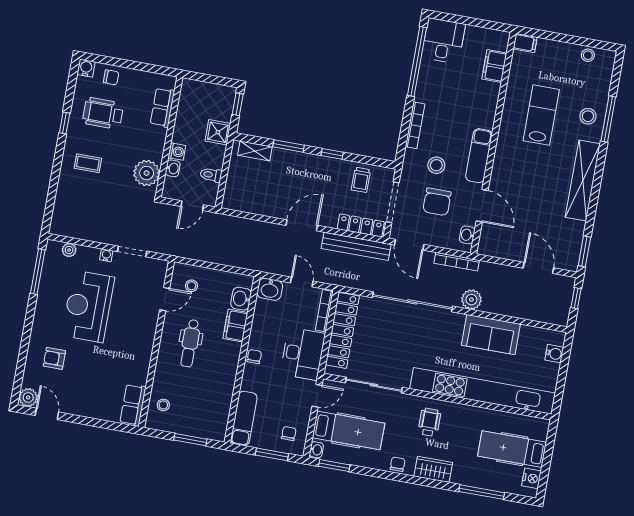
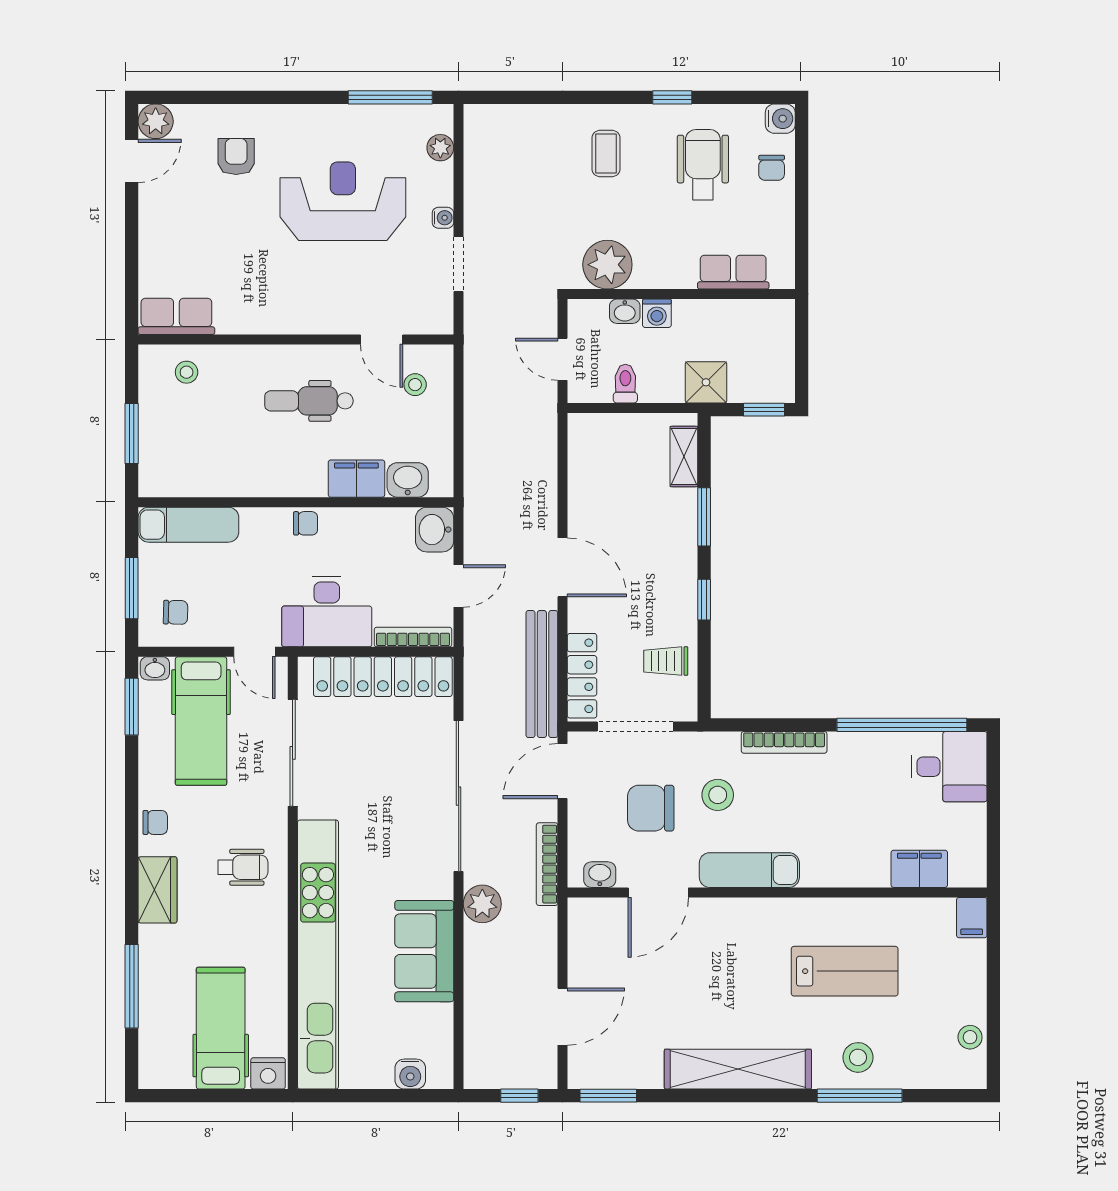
nightstand: (531, 478) -> (268, 1073), moved

